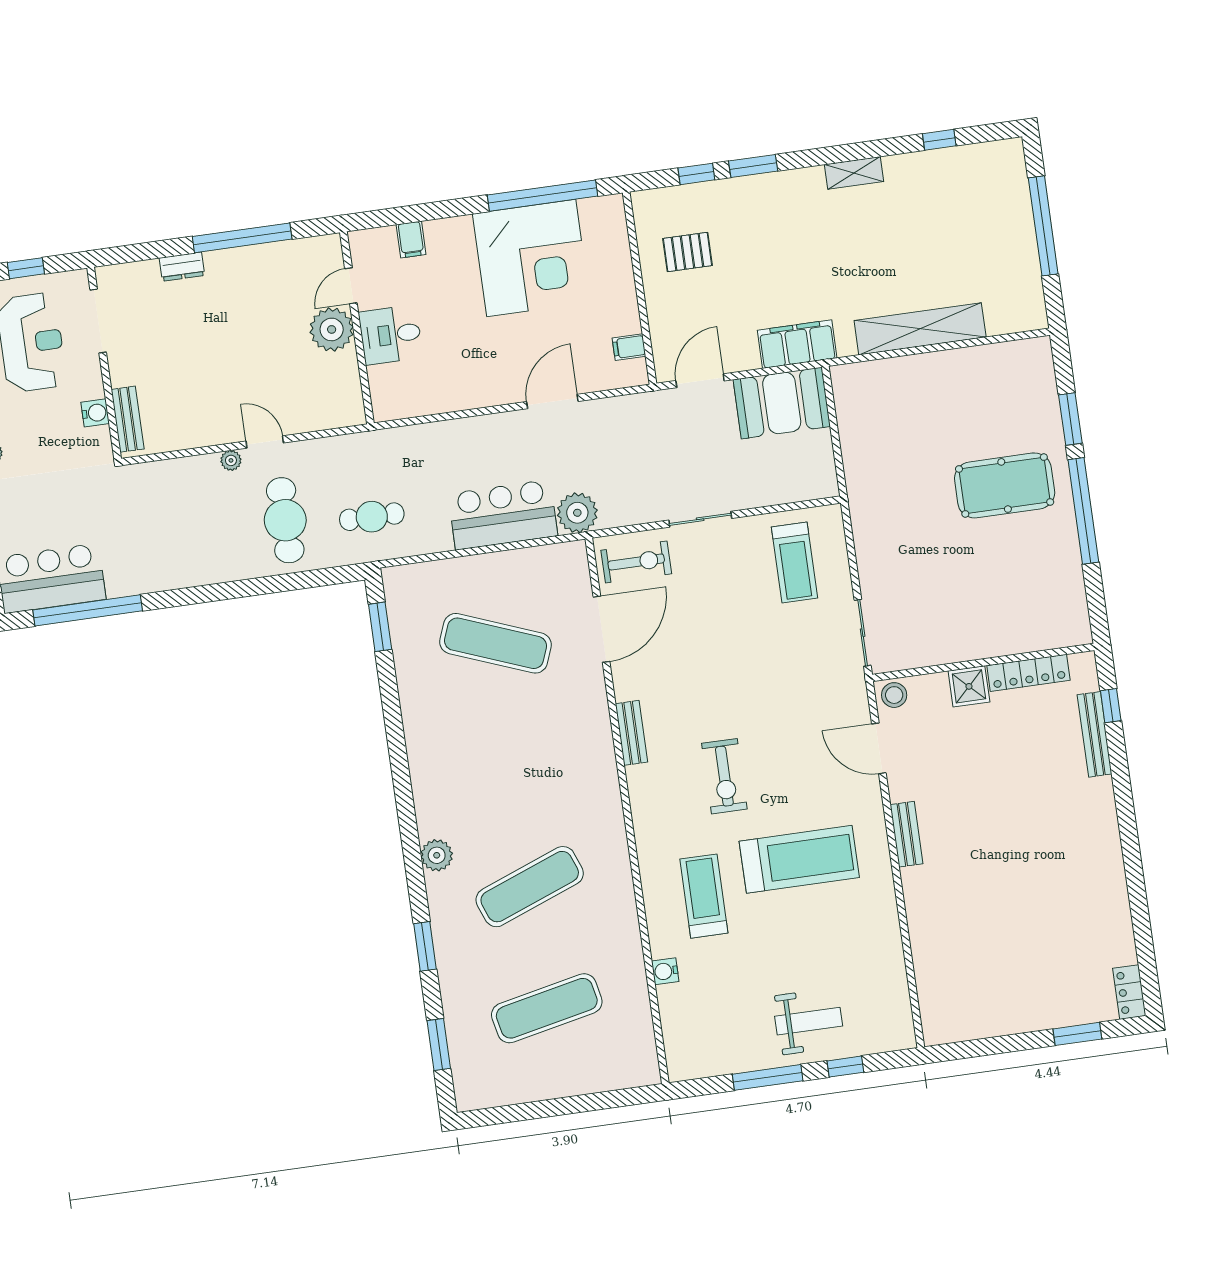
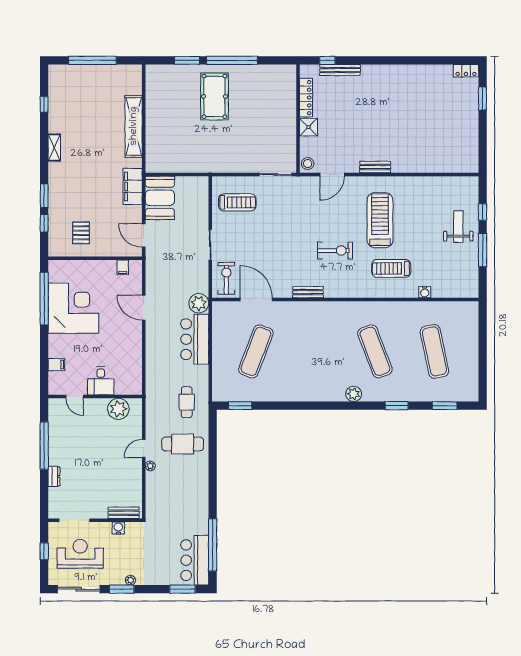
plant: (332, 329) -> (118, 409), moved

